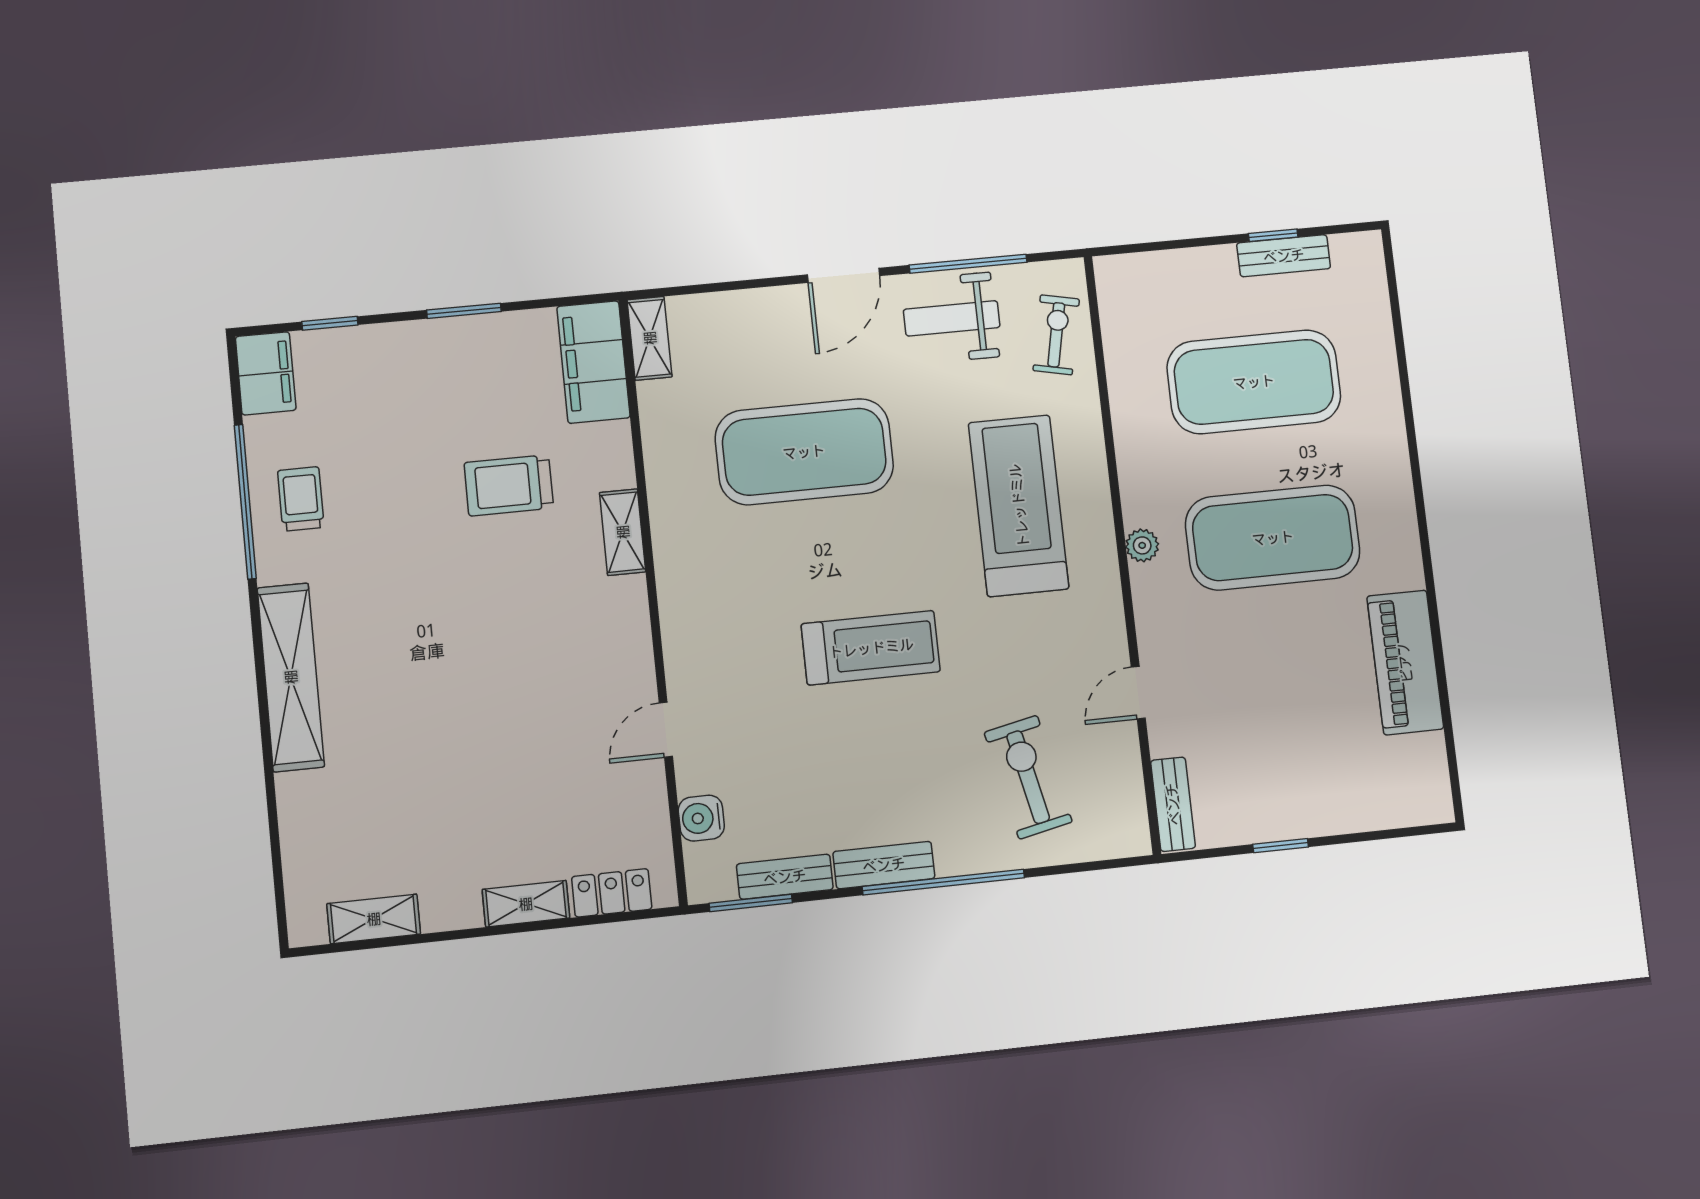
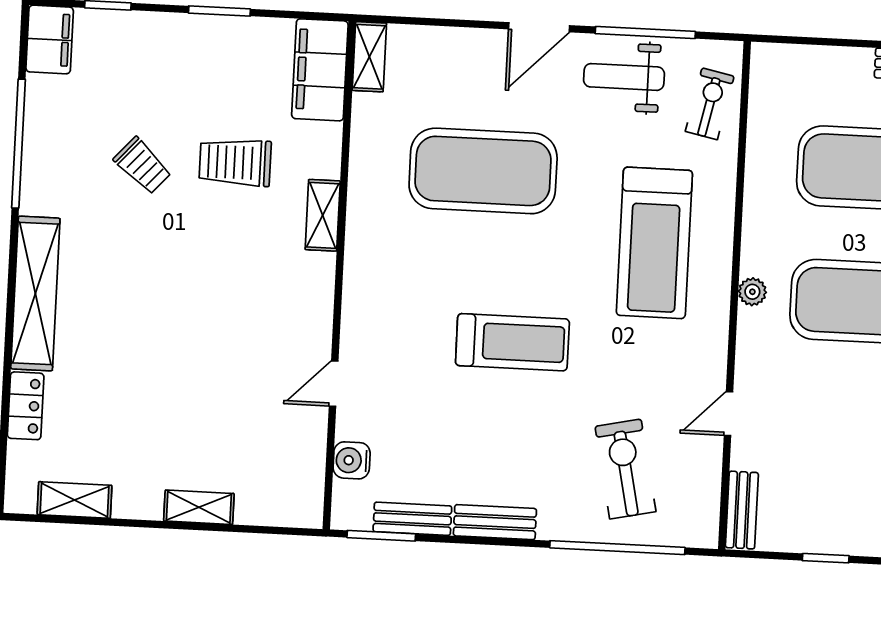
trolley: (301, 499) -> (142, 166), moved, turned 132
treadmill: (1019, 506) -> (654, 243), turned 180
window: (943, 882) -> (617, 548), moved
locker: (612, 893) -> (26, 406), moved, turned 90

